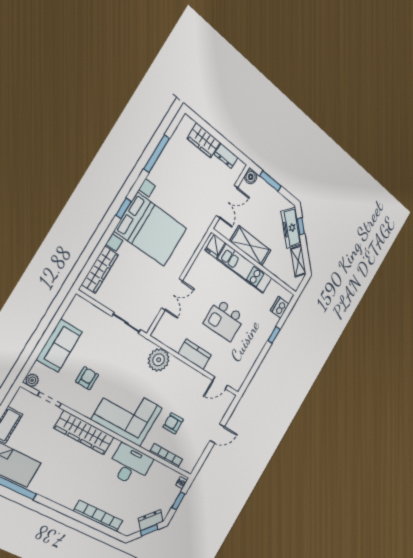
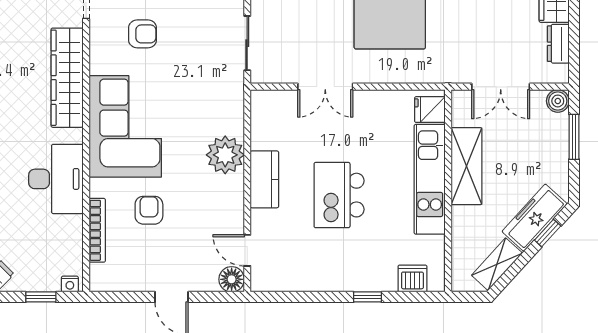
plant: (159, 360) -> (225, 155), moved
floor lamp: (227, 398) -> (232, 279), added

